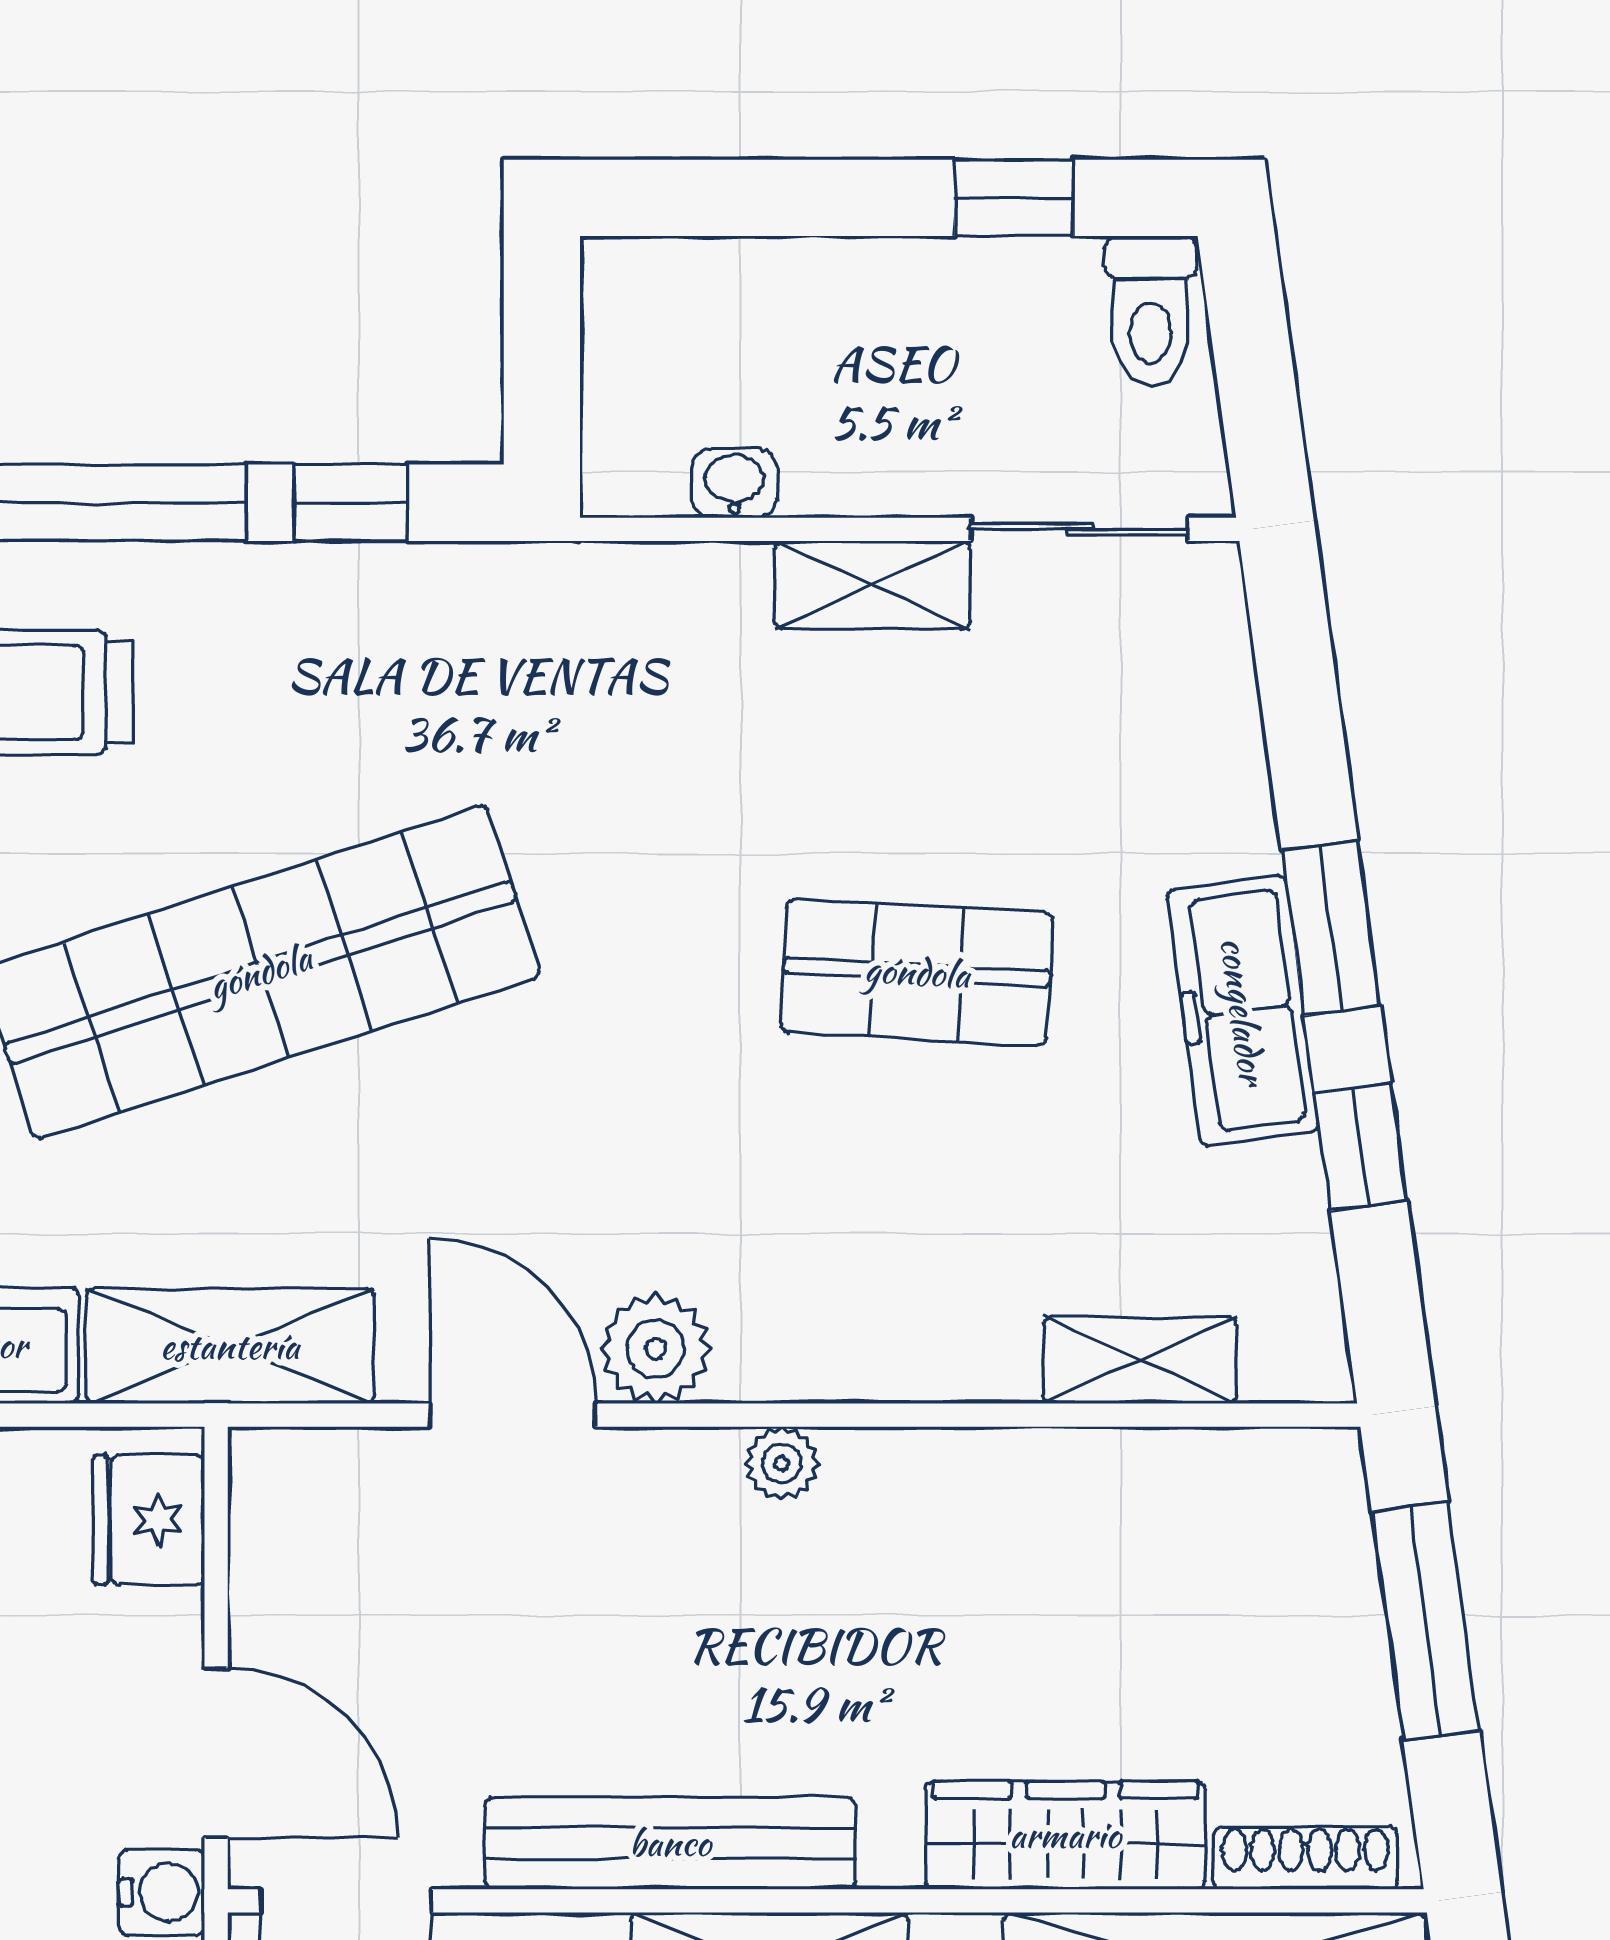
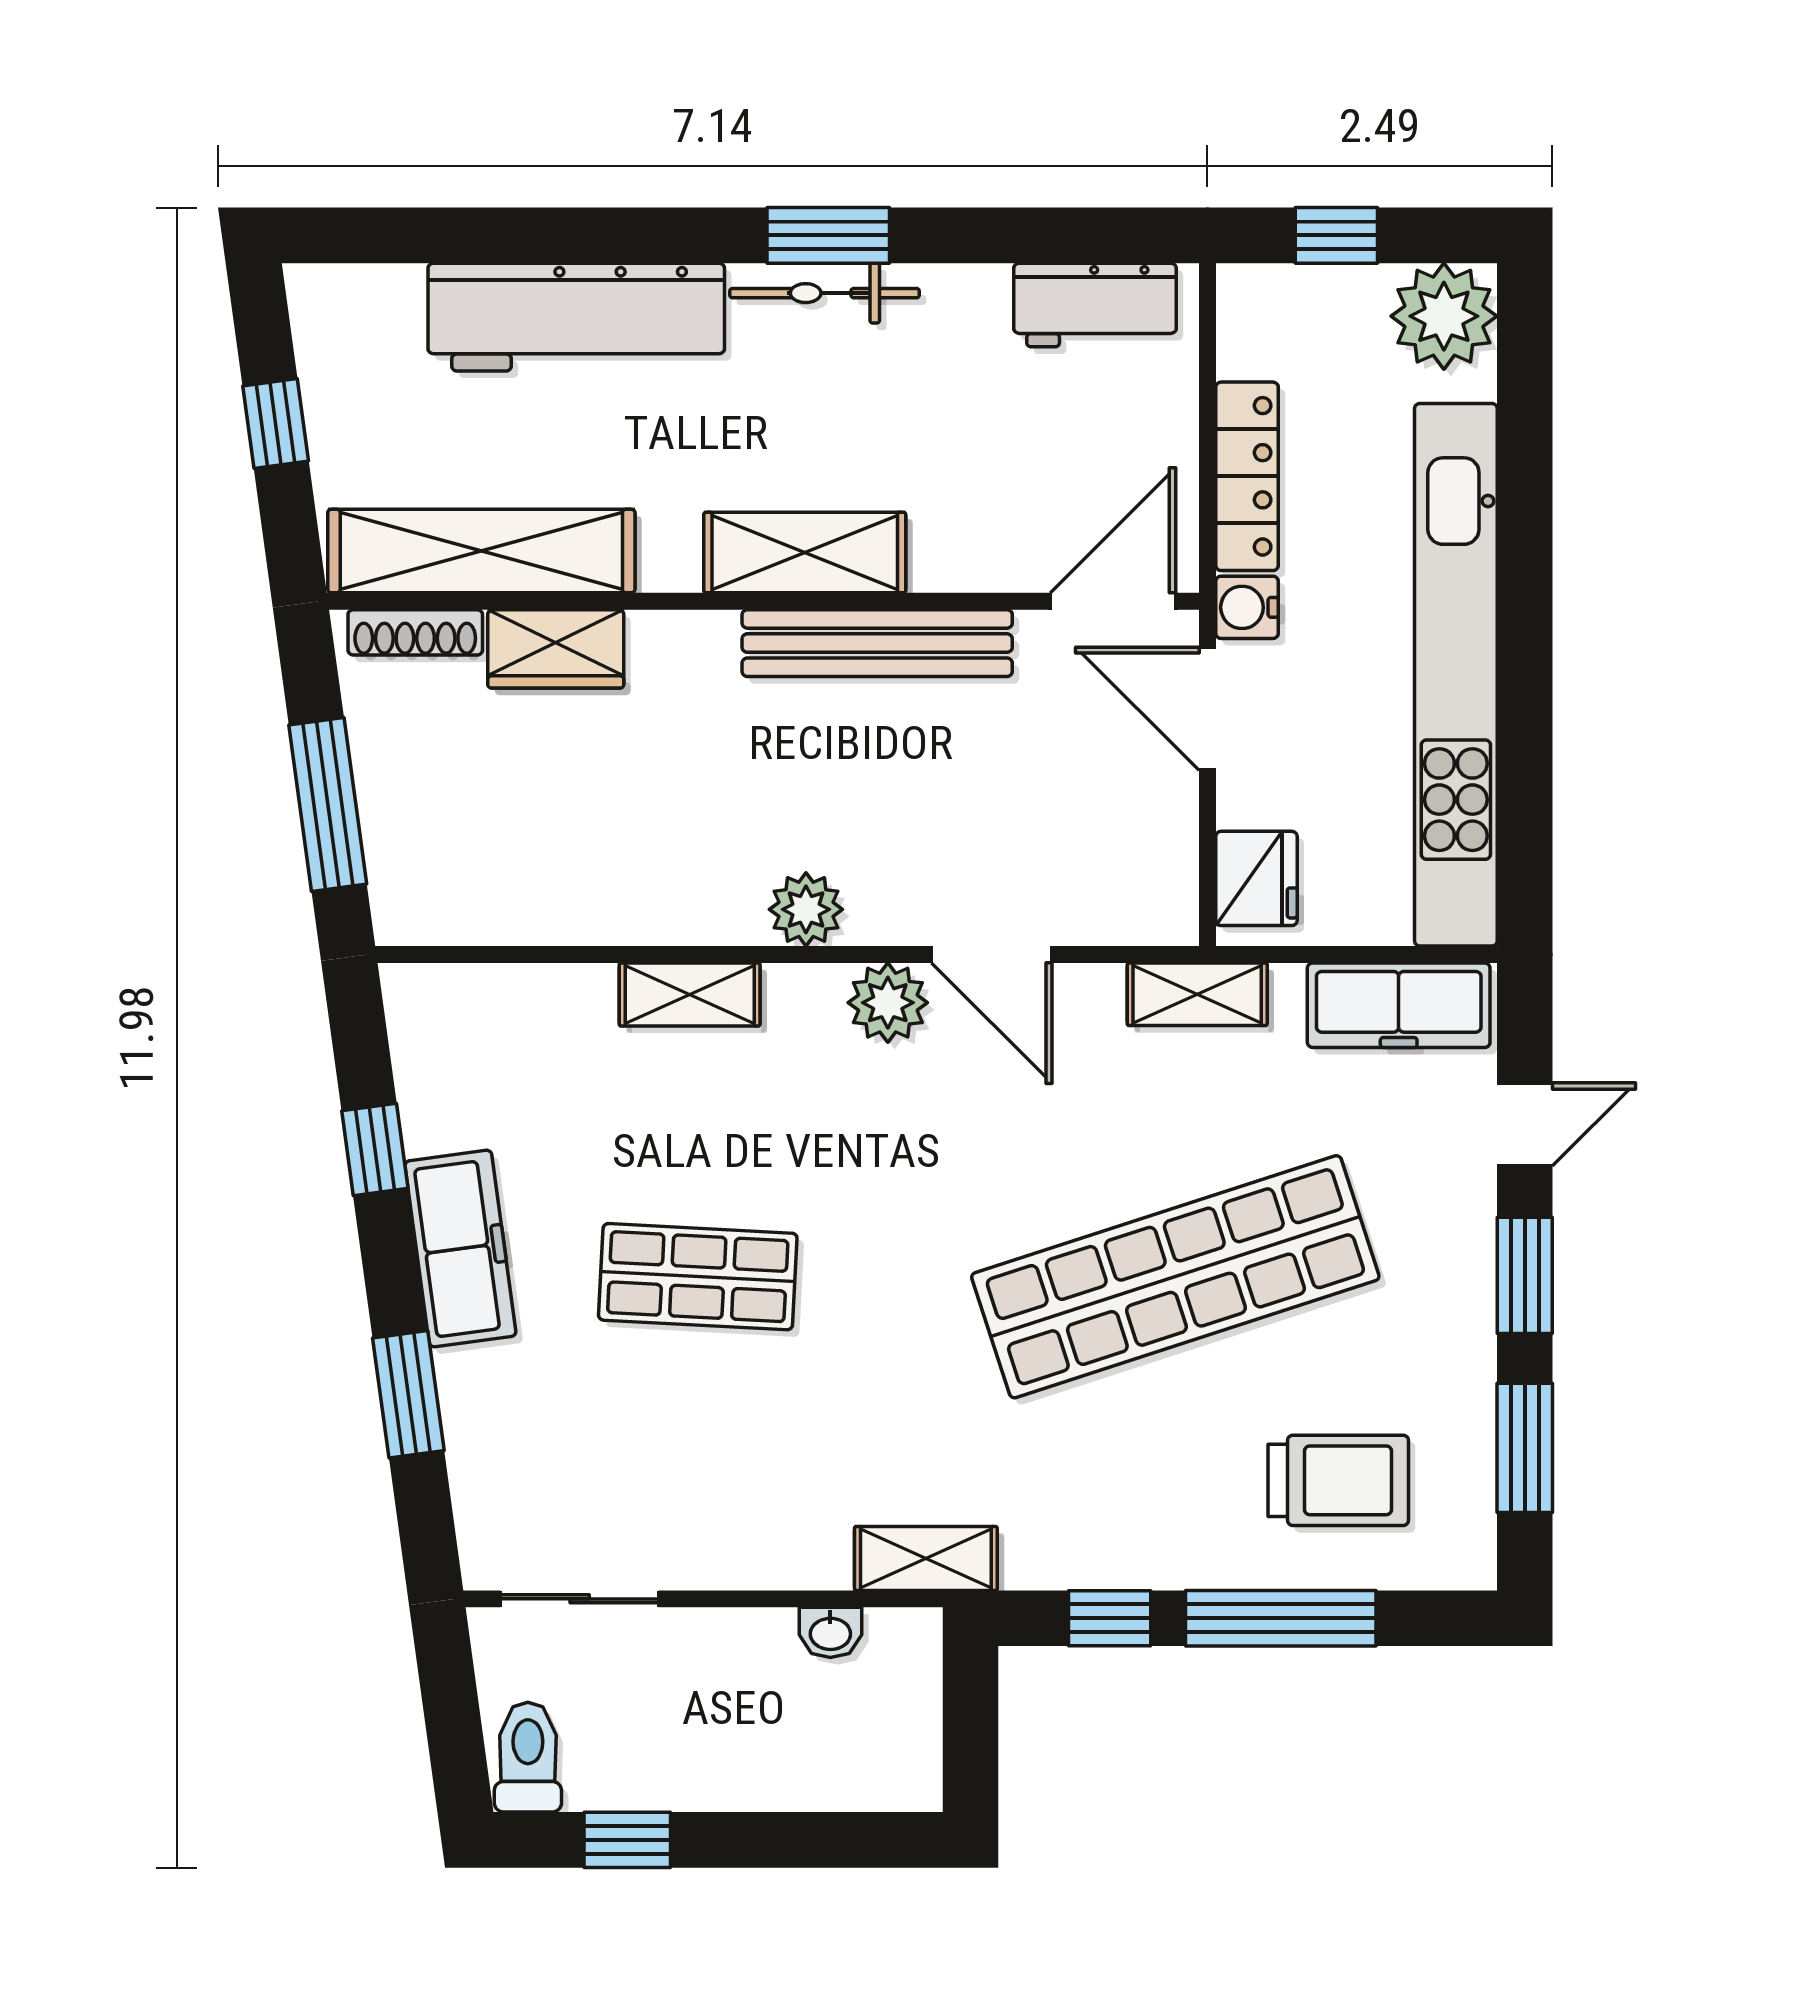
shelving: (872, 585) -> (926, 1558), moved
window: (1331, 928) -> (408, 1394), moved
shelving: (230, 1346) -> (1197, 994), width x0.67, depth x0.75
shelving: (1140, 1360) -> (690, 994), moved
plant: (782, 1463) -> (806, 909), width x1.38, depth x1.38
wardrobe: (1065, 1835) -> (556, 649), width x0.67

